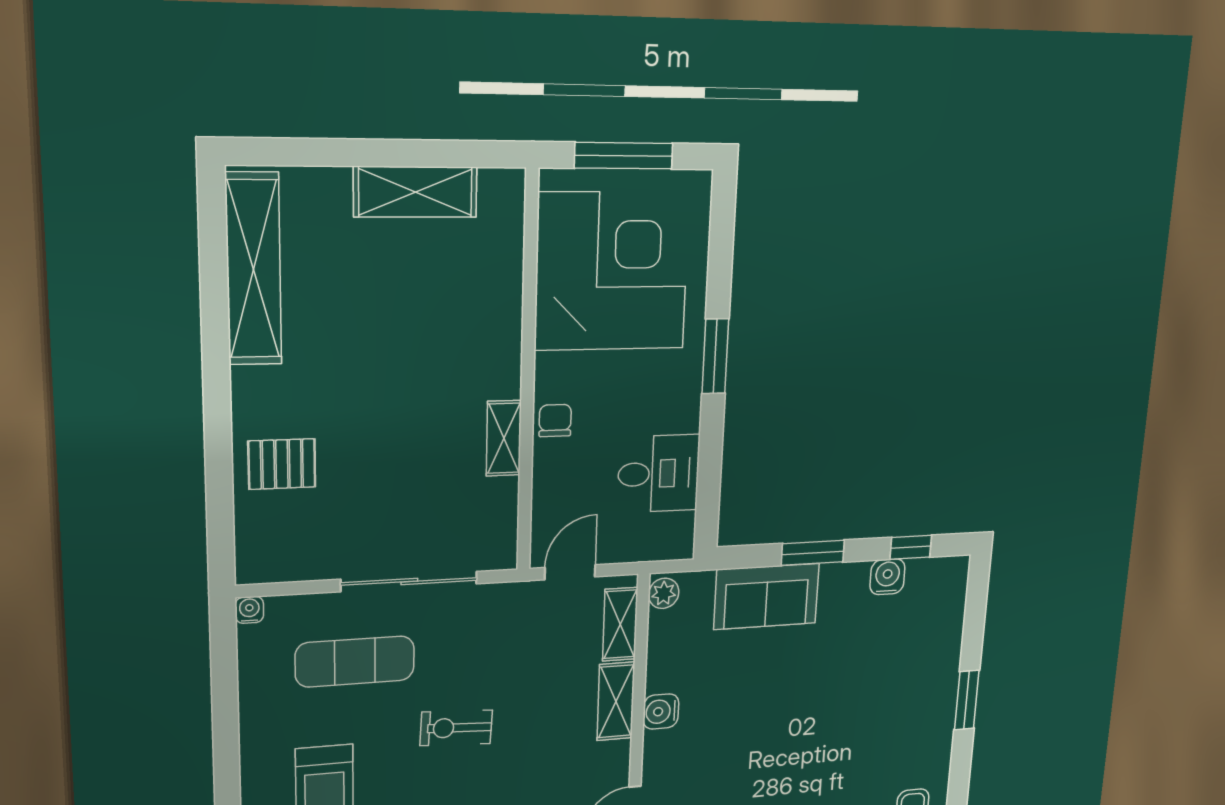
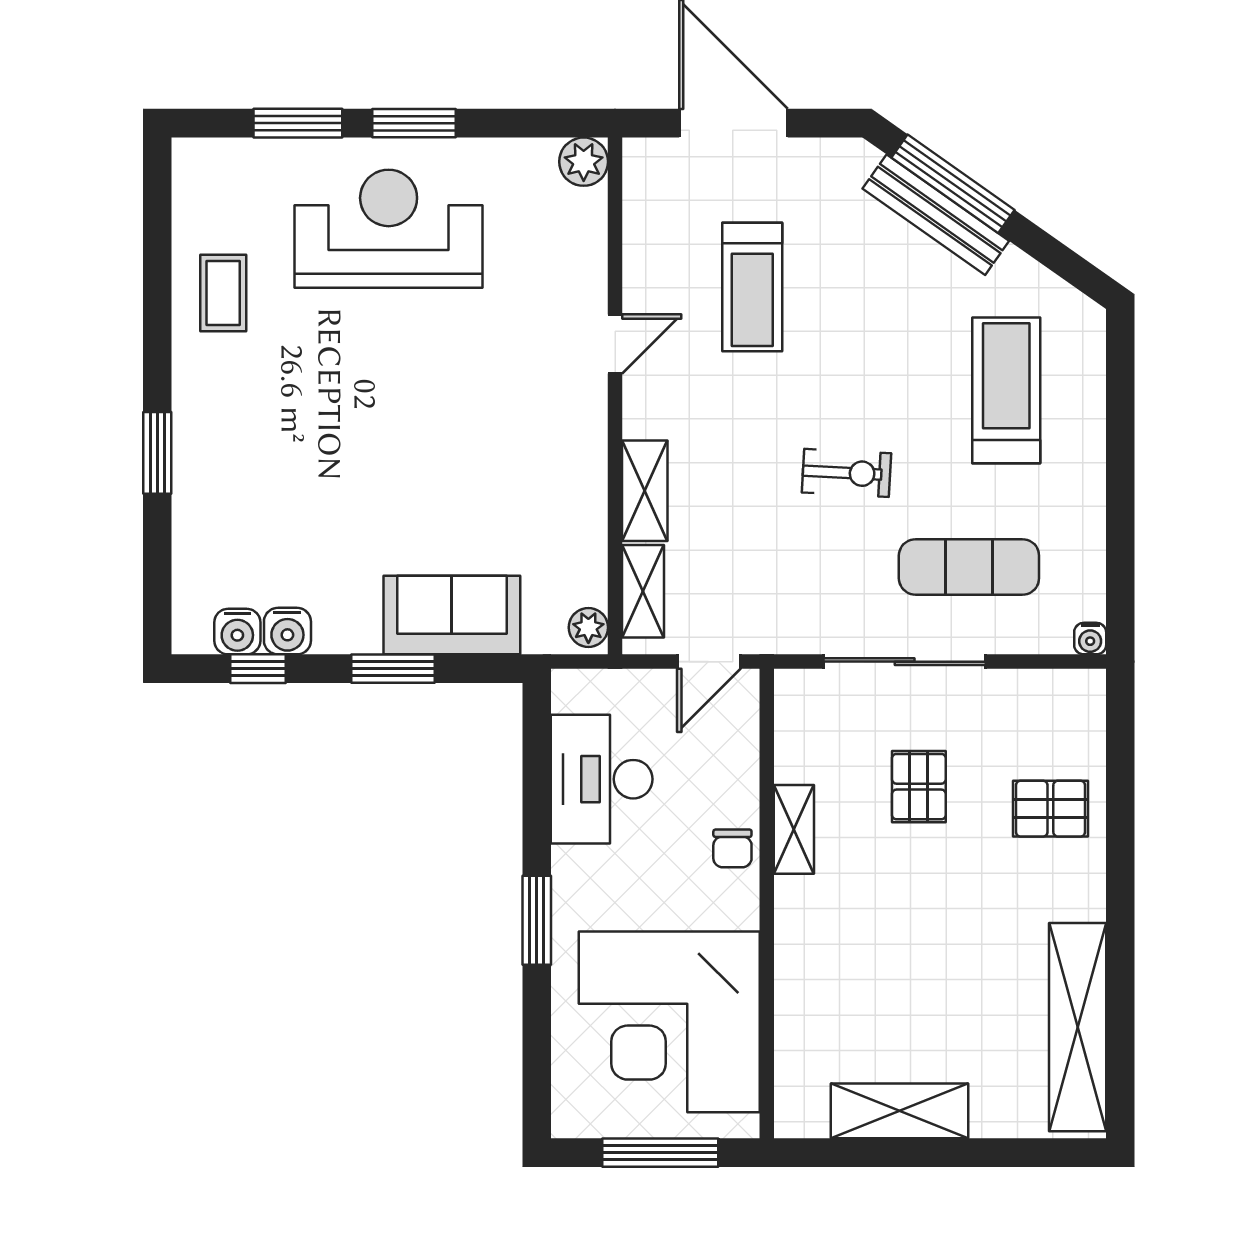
desk: (659, 474) -> (602, 779), width x1.37
pallet: (398, 478) -> (919, 787), added
water cooler: (661, 711) -> (237, 632), moved, turned 90

